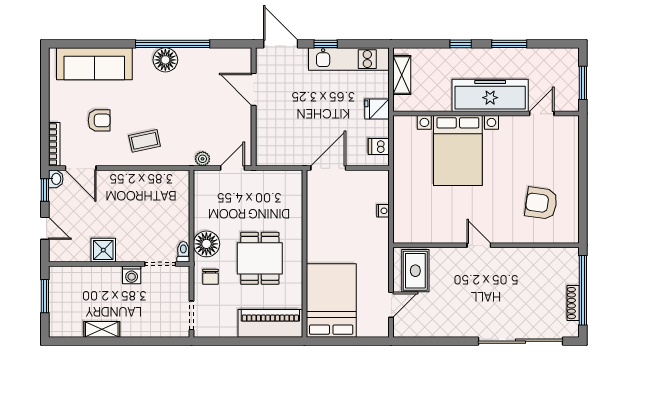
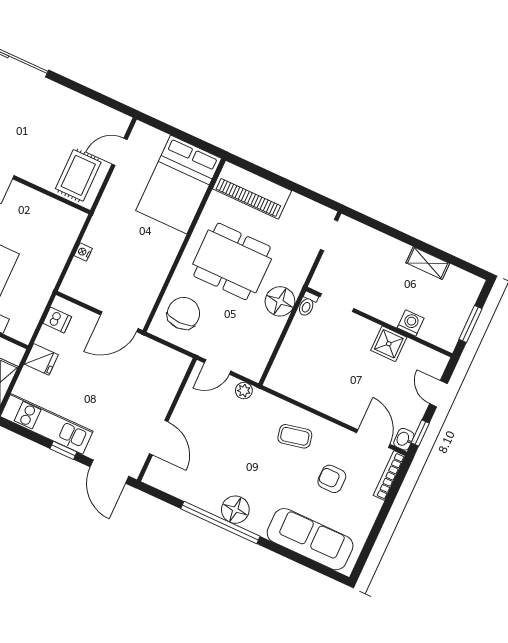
dining table: (260, 258) -> (232, 261), width x1.38
washing machine: (132, 275) -> (411, 323), moved
chair: (210, 277) -> (184, 313), moved, width x1.87, depth x1.87

